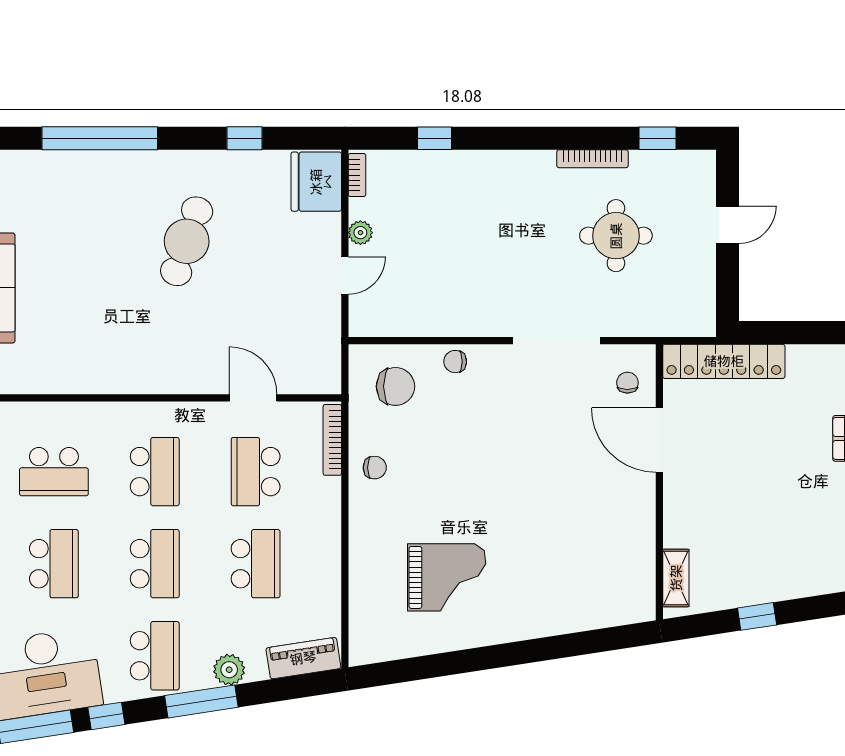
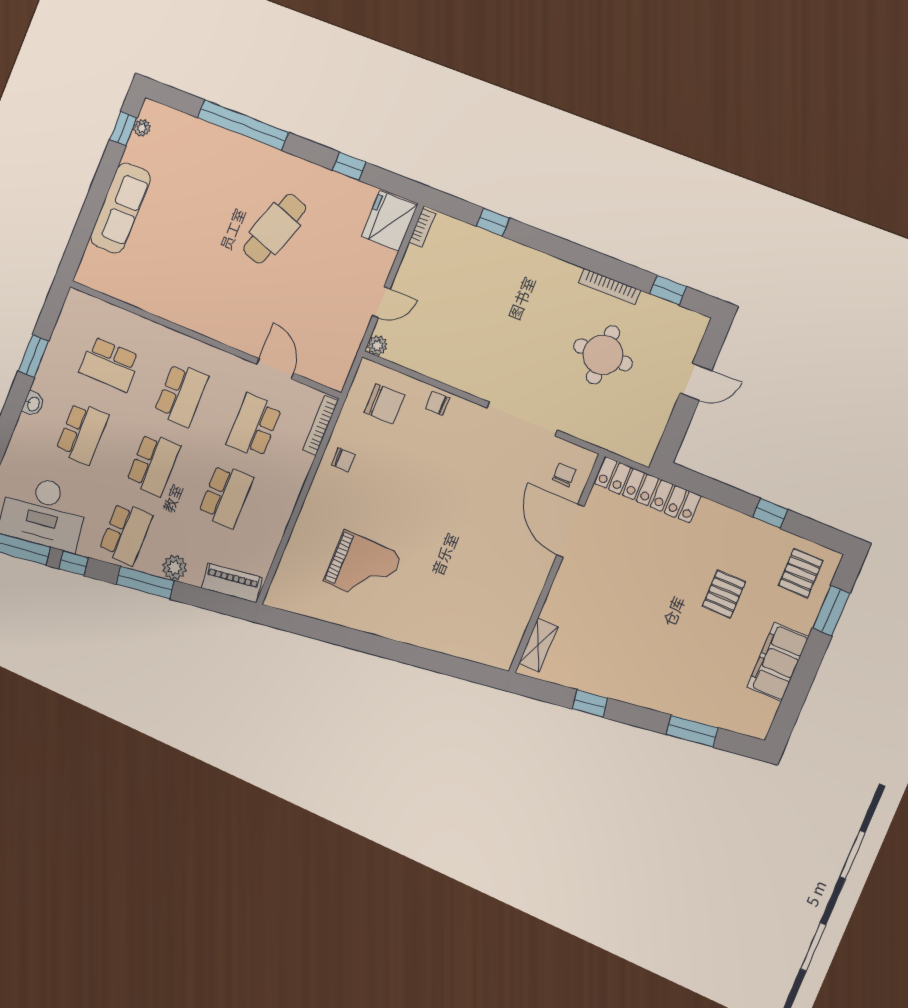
plant: (360, 233) -> (377, 345), moved

